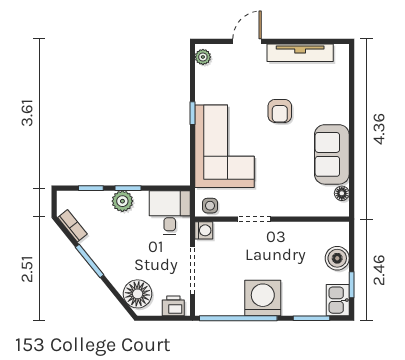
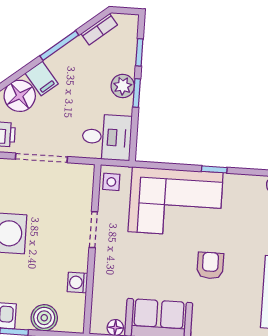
armchair: (280, 111) -> (210, 265), turned 90
washing machine: (204, 230) -> (77, 282), moved, turned 90
filing cabinet: (120, 275) -> (42, 78), added

